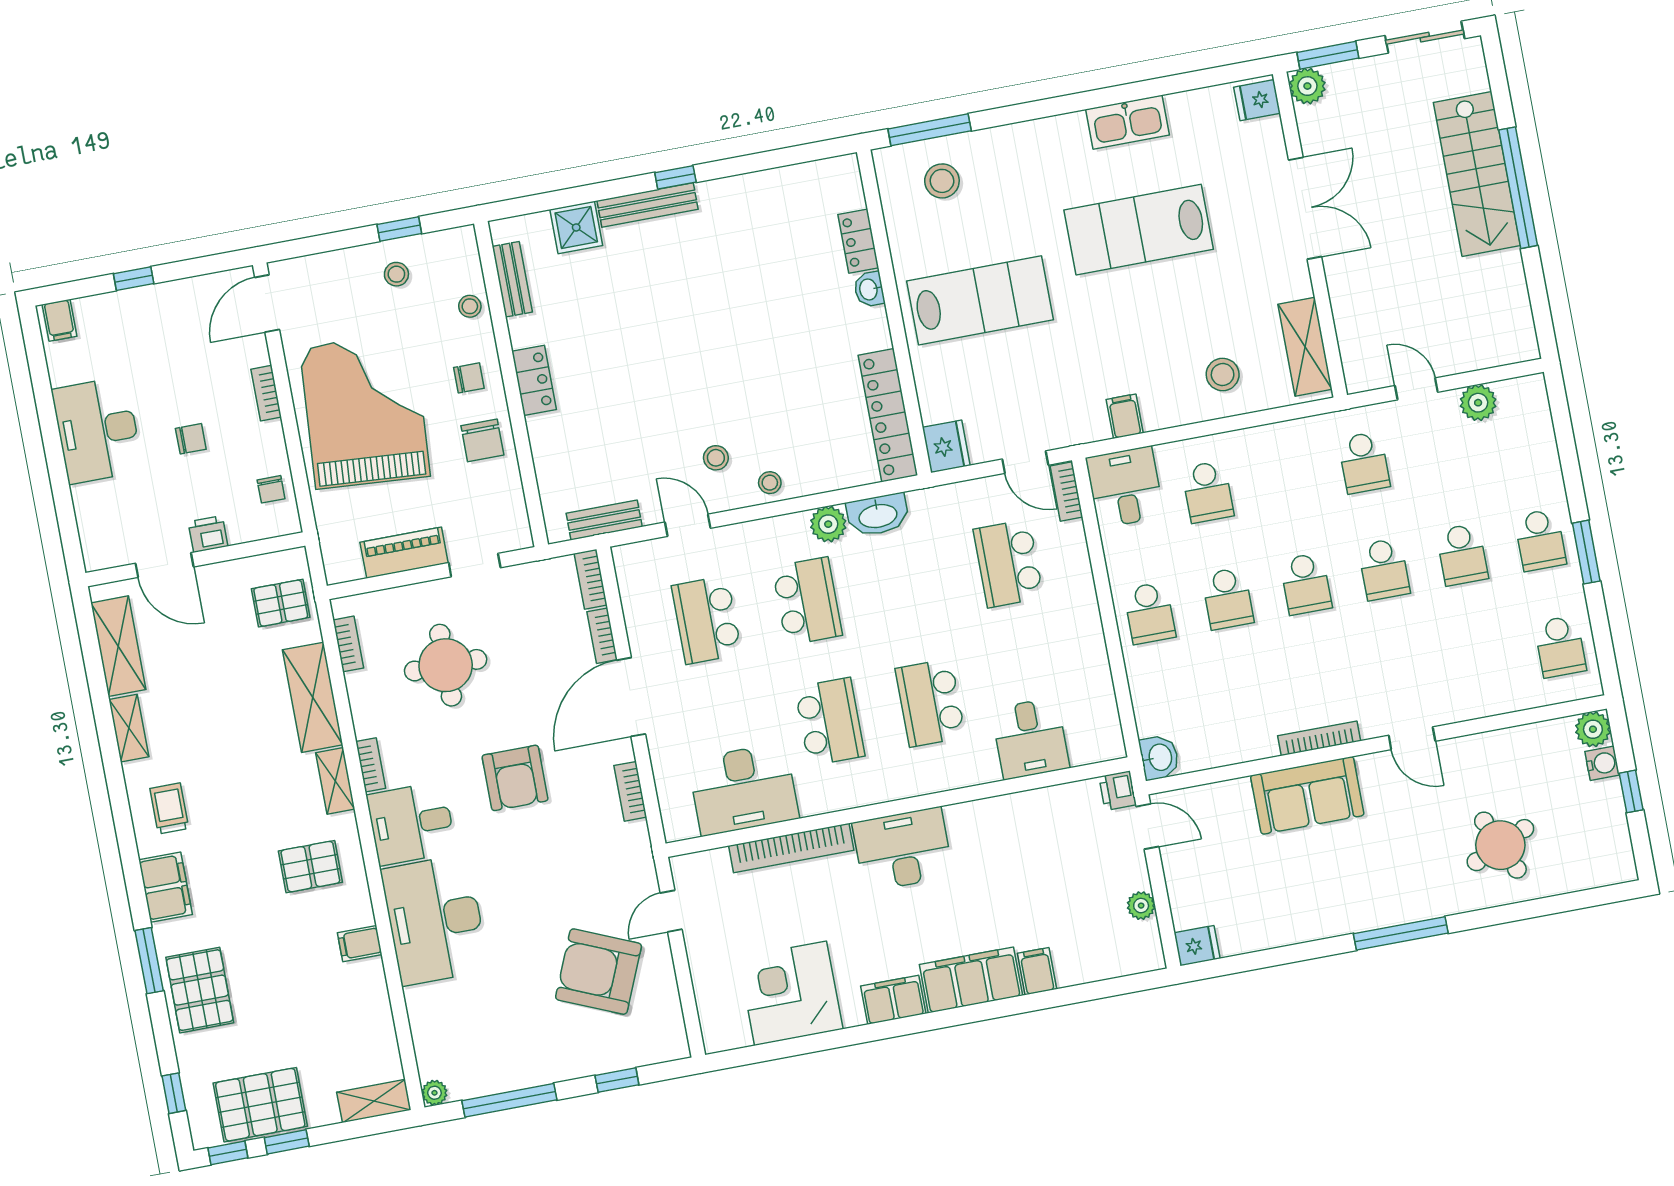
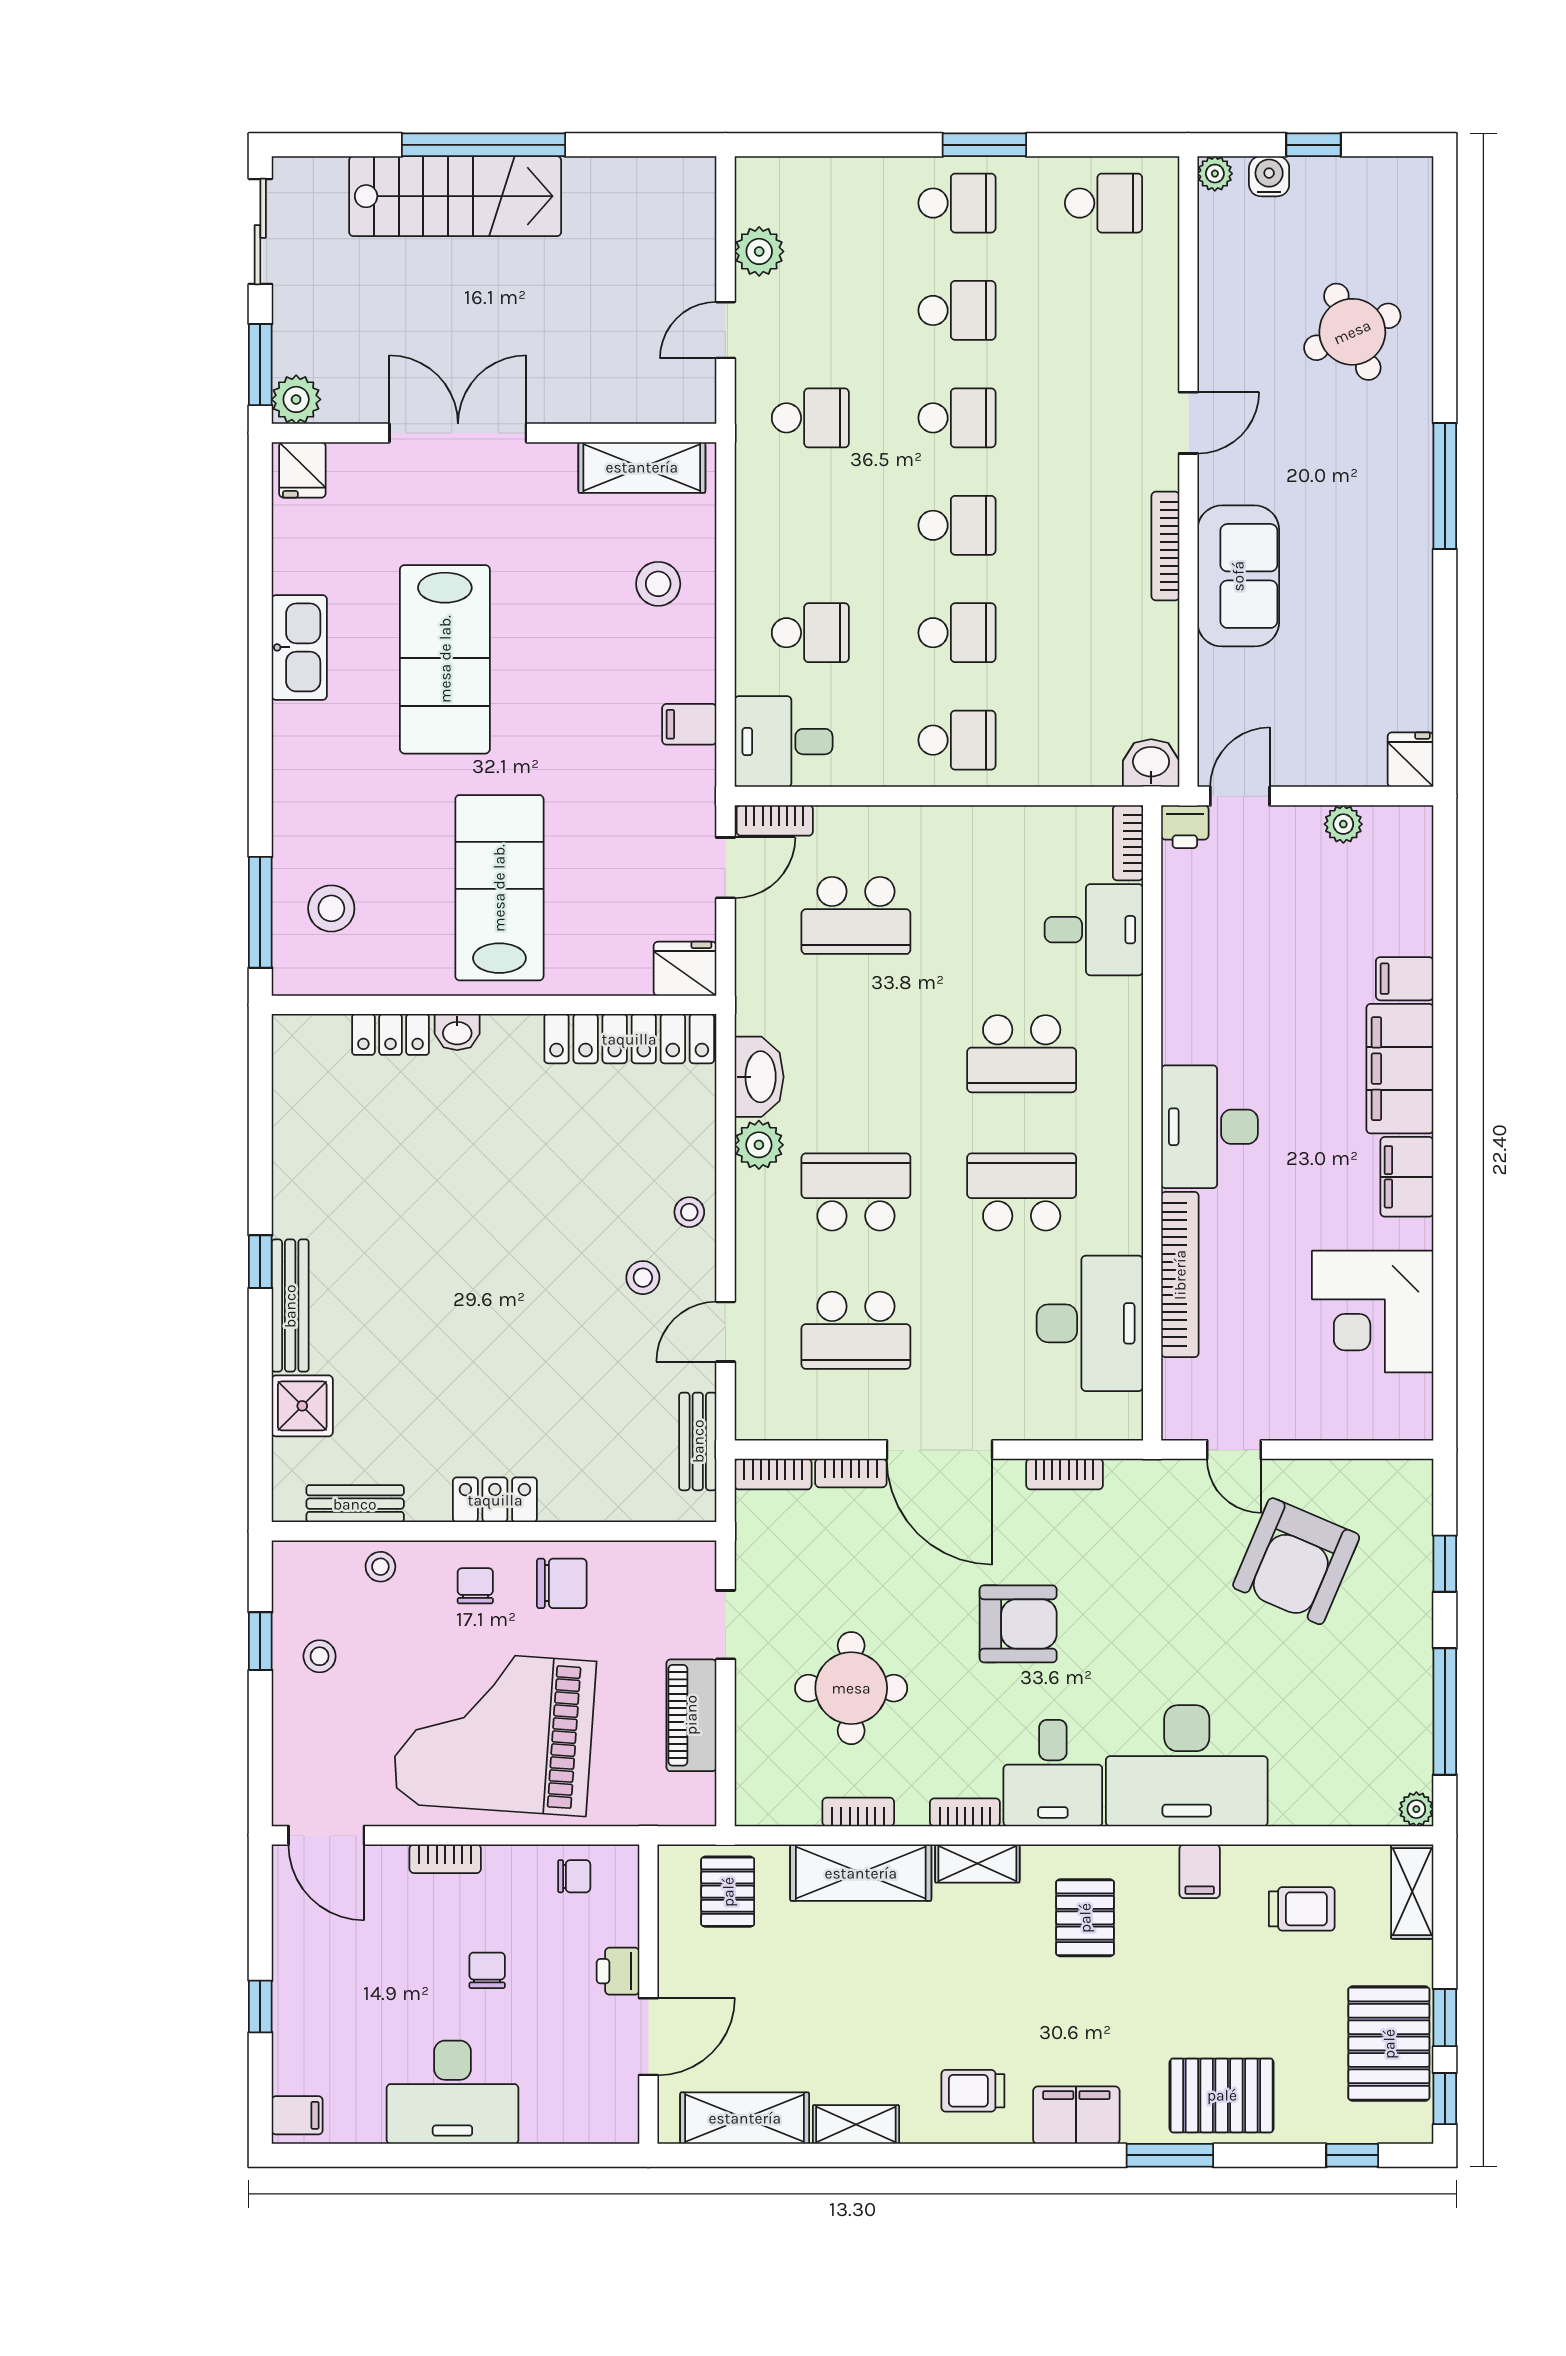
bookcase: (348, 644) -> (858, 1812), moved
plant: (1593, 729) -> (1215, 174), width x0.73, depth x0.73
bookcase: (1098, 751) -> (1128, 843), added
trolley: (346, 1023) -> (1302, 1909), added

